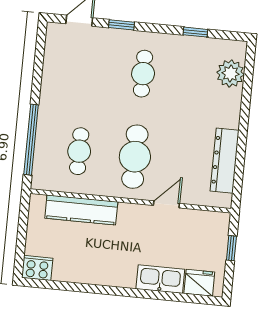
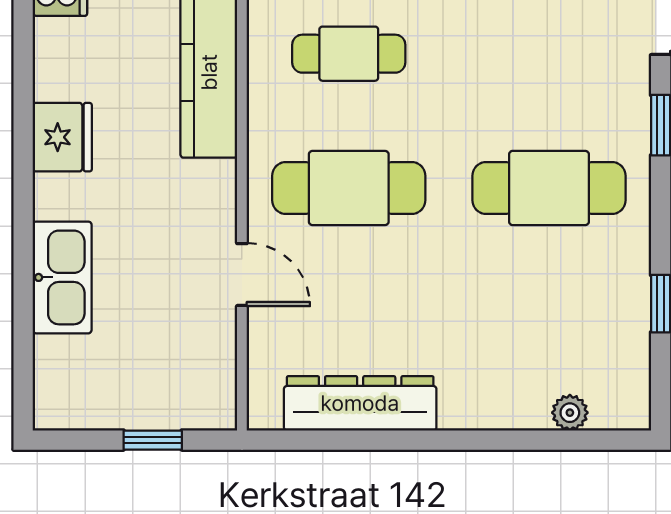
plant: (230, 73) -> (570, 413), width x0.53, depth x0.53
cafe table: (143, 74) -> (549, 188), width x1.37, depth x1.35
fridge: (199, 283) -> (62, 137), moved

